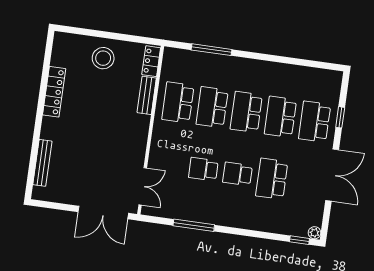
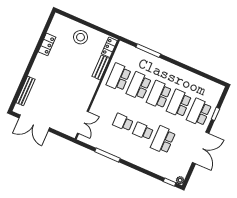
locker: (54, 92) -> (47, 44), width x0.66
double door: (103, 213) -> (34, 123), moved

